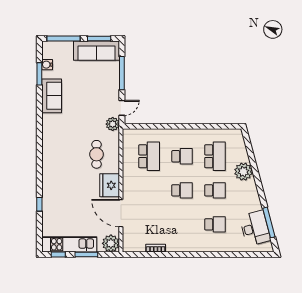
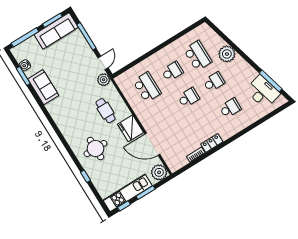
round table: (65, 184) -> (95, 149), added
locker: (177, 246) -> (212, 143), added

